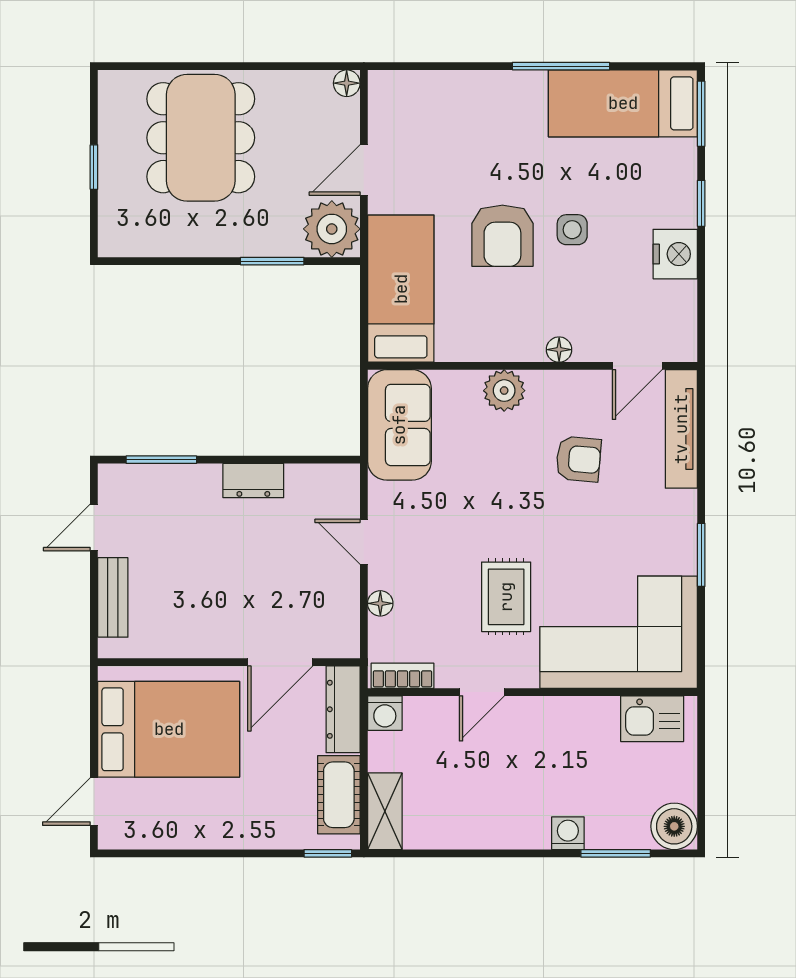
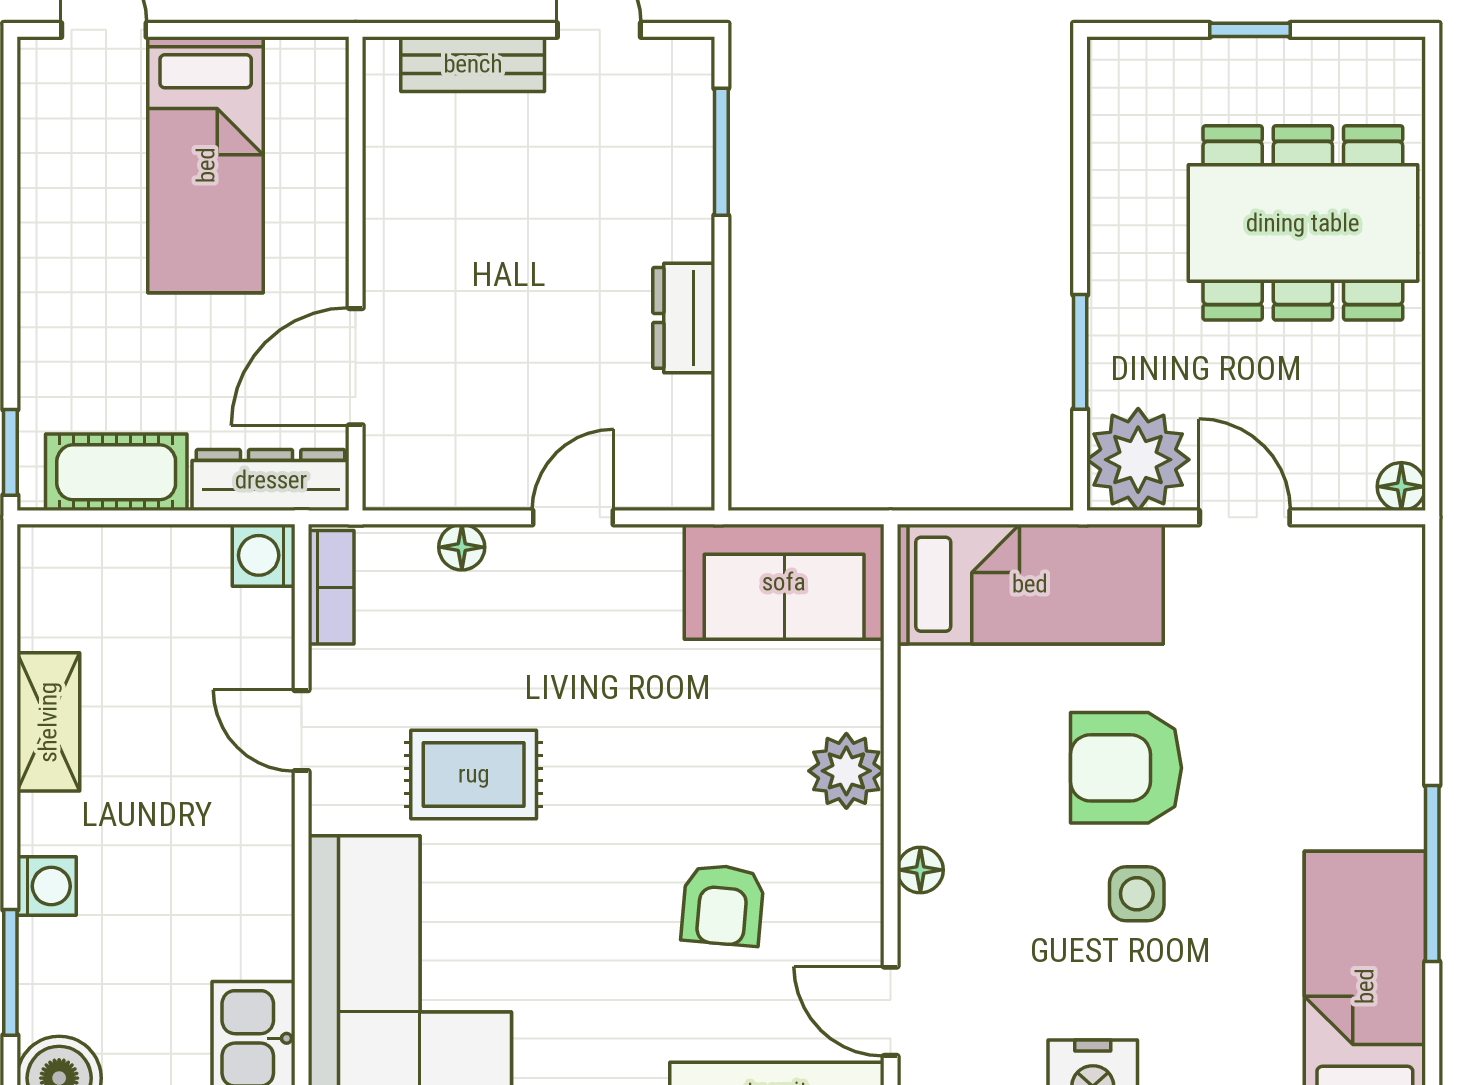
door: (280, 662) -> (356, 367), hinge flipped
bed: (169, 729) -> (206, 165), width x0.67
shelving: (385, 811) -> (48, 722), moved, turned 90

